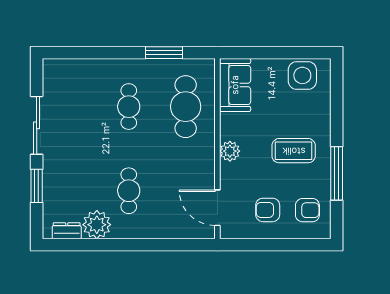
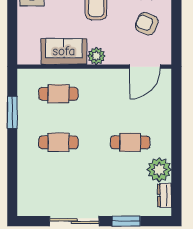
sofa: (235, 85) -> (64, 51), moved
cafe table: (186, 107) -> (58, 94), width x0.73, depth x0.74
armchair: (268, 210) -> (147, 24), turned 112

